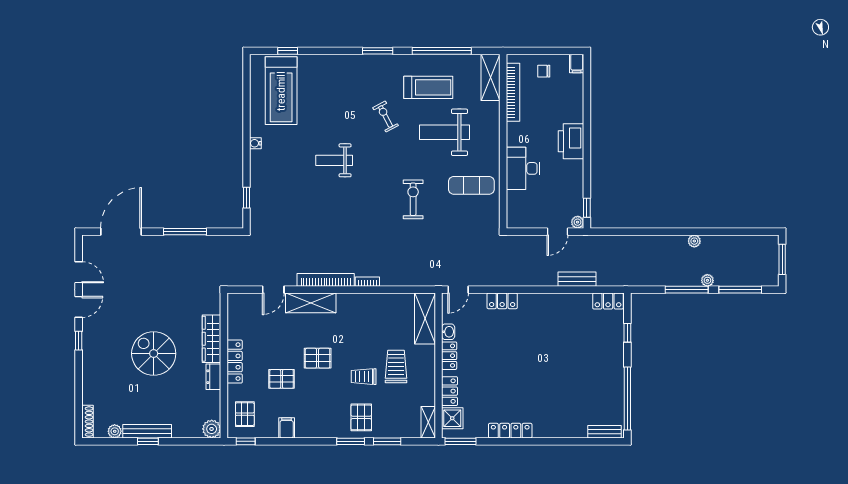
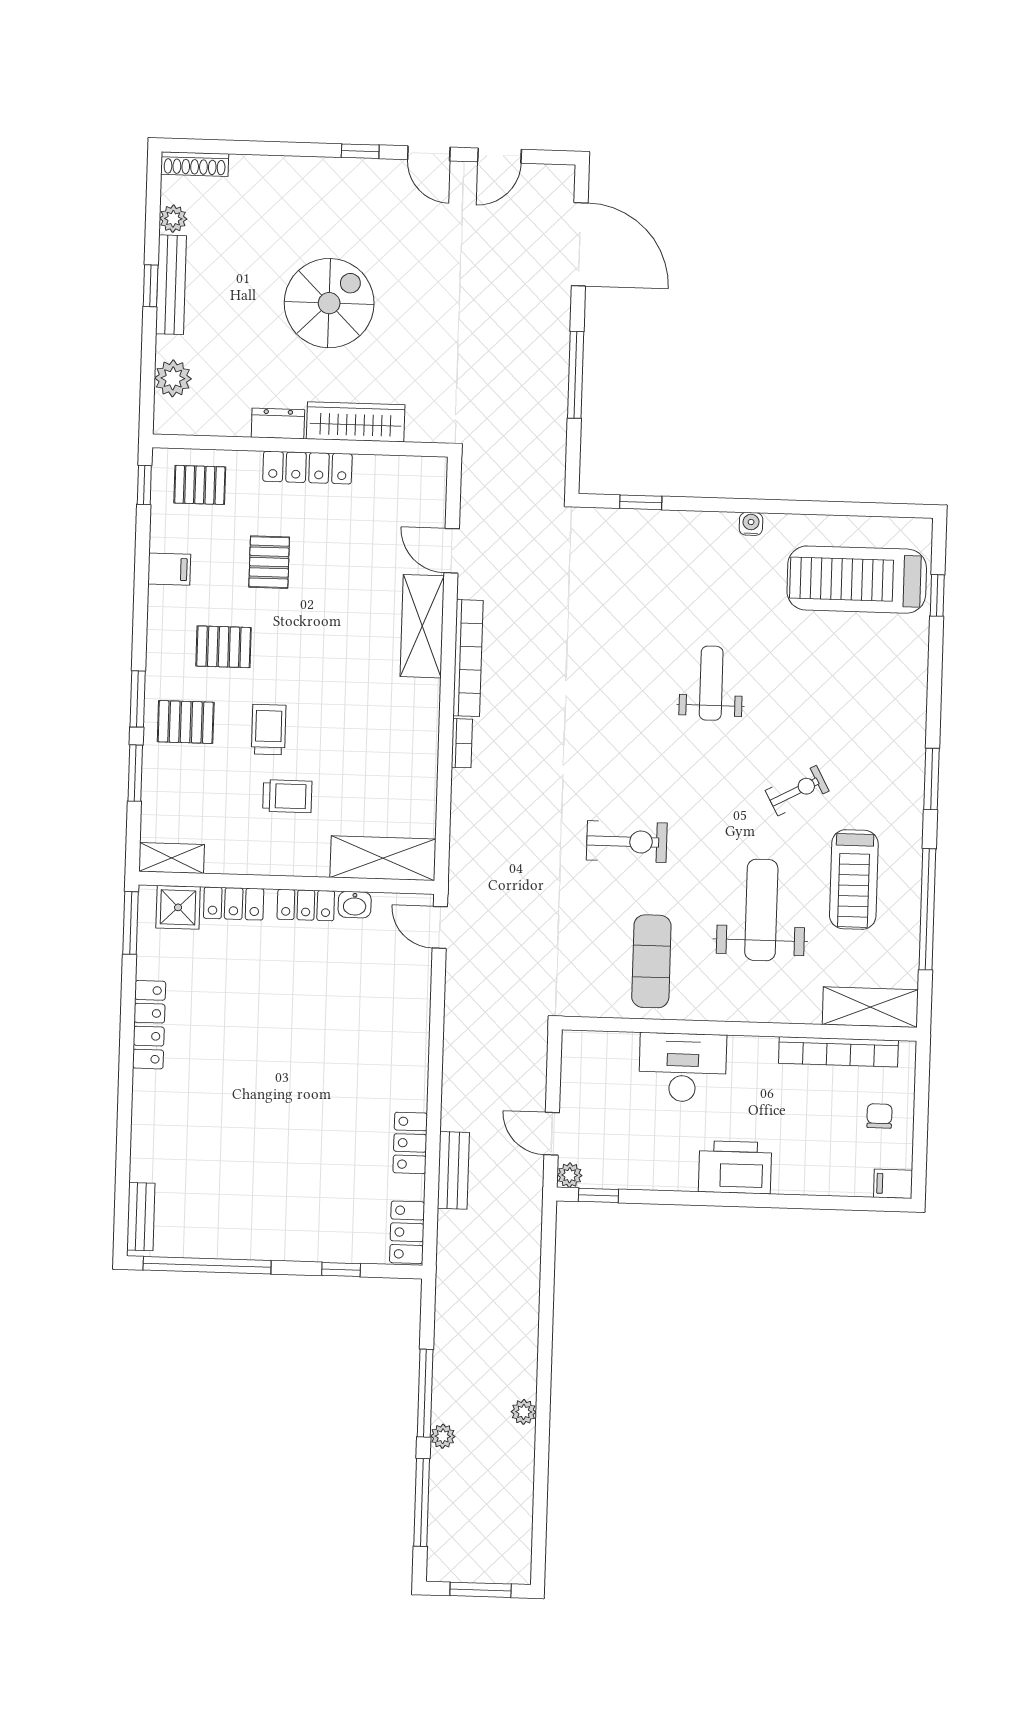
locker: (502, 301) -> (410, 1143), moved
pallet: (318, 358) -> (224, 647), moved, turned 90
trolley: (396, 366) -> (287, 796), width x0.73, depth x0.72
plant: (212, 429) -> (173, 378), moved

